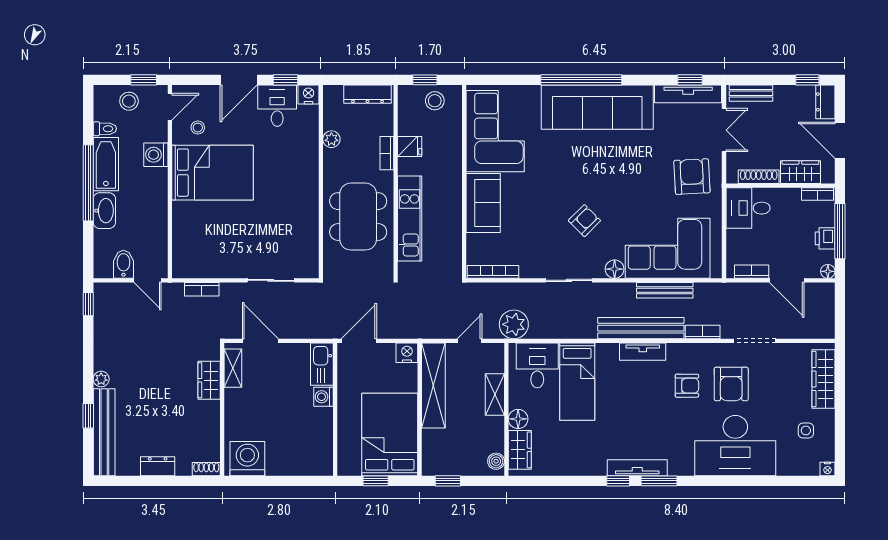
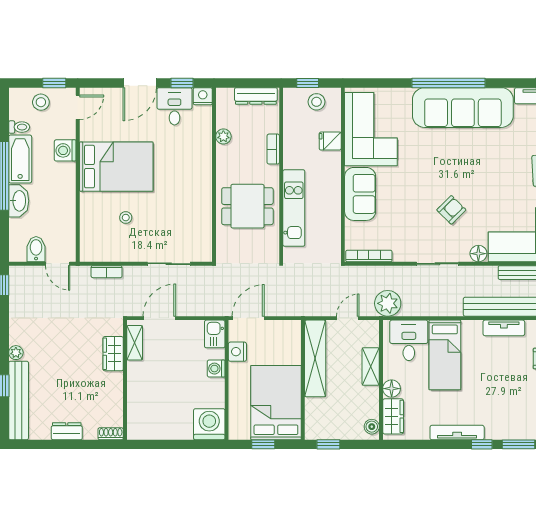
stool: (198, 128) -> (126, 218), moved
fridge: (410, 146) -> (330, 141), moved, turned 180
dining table: (358, 217) -> (247, 206), width x0.73
door: (260, 341) -> (159, 318), hinge flipped
nightstand: (407, 353) -> (237, 352), moved, turned -90
kitchen sink: (322, 364) -> (215, 334), width x0.73
washing machine: (247, 459) -> (209, 424), moved
tv unit: (637, 468) -> (457, 433), moved

